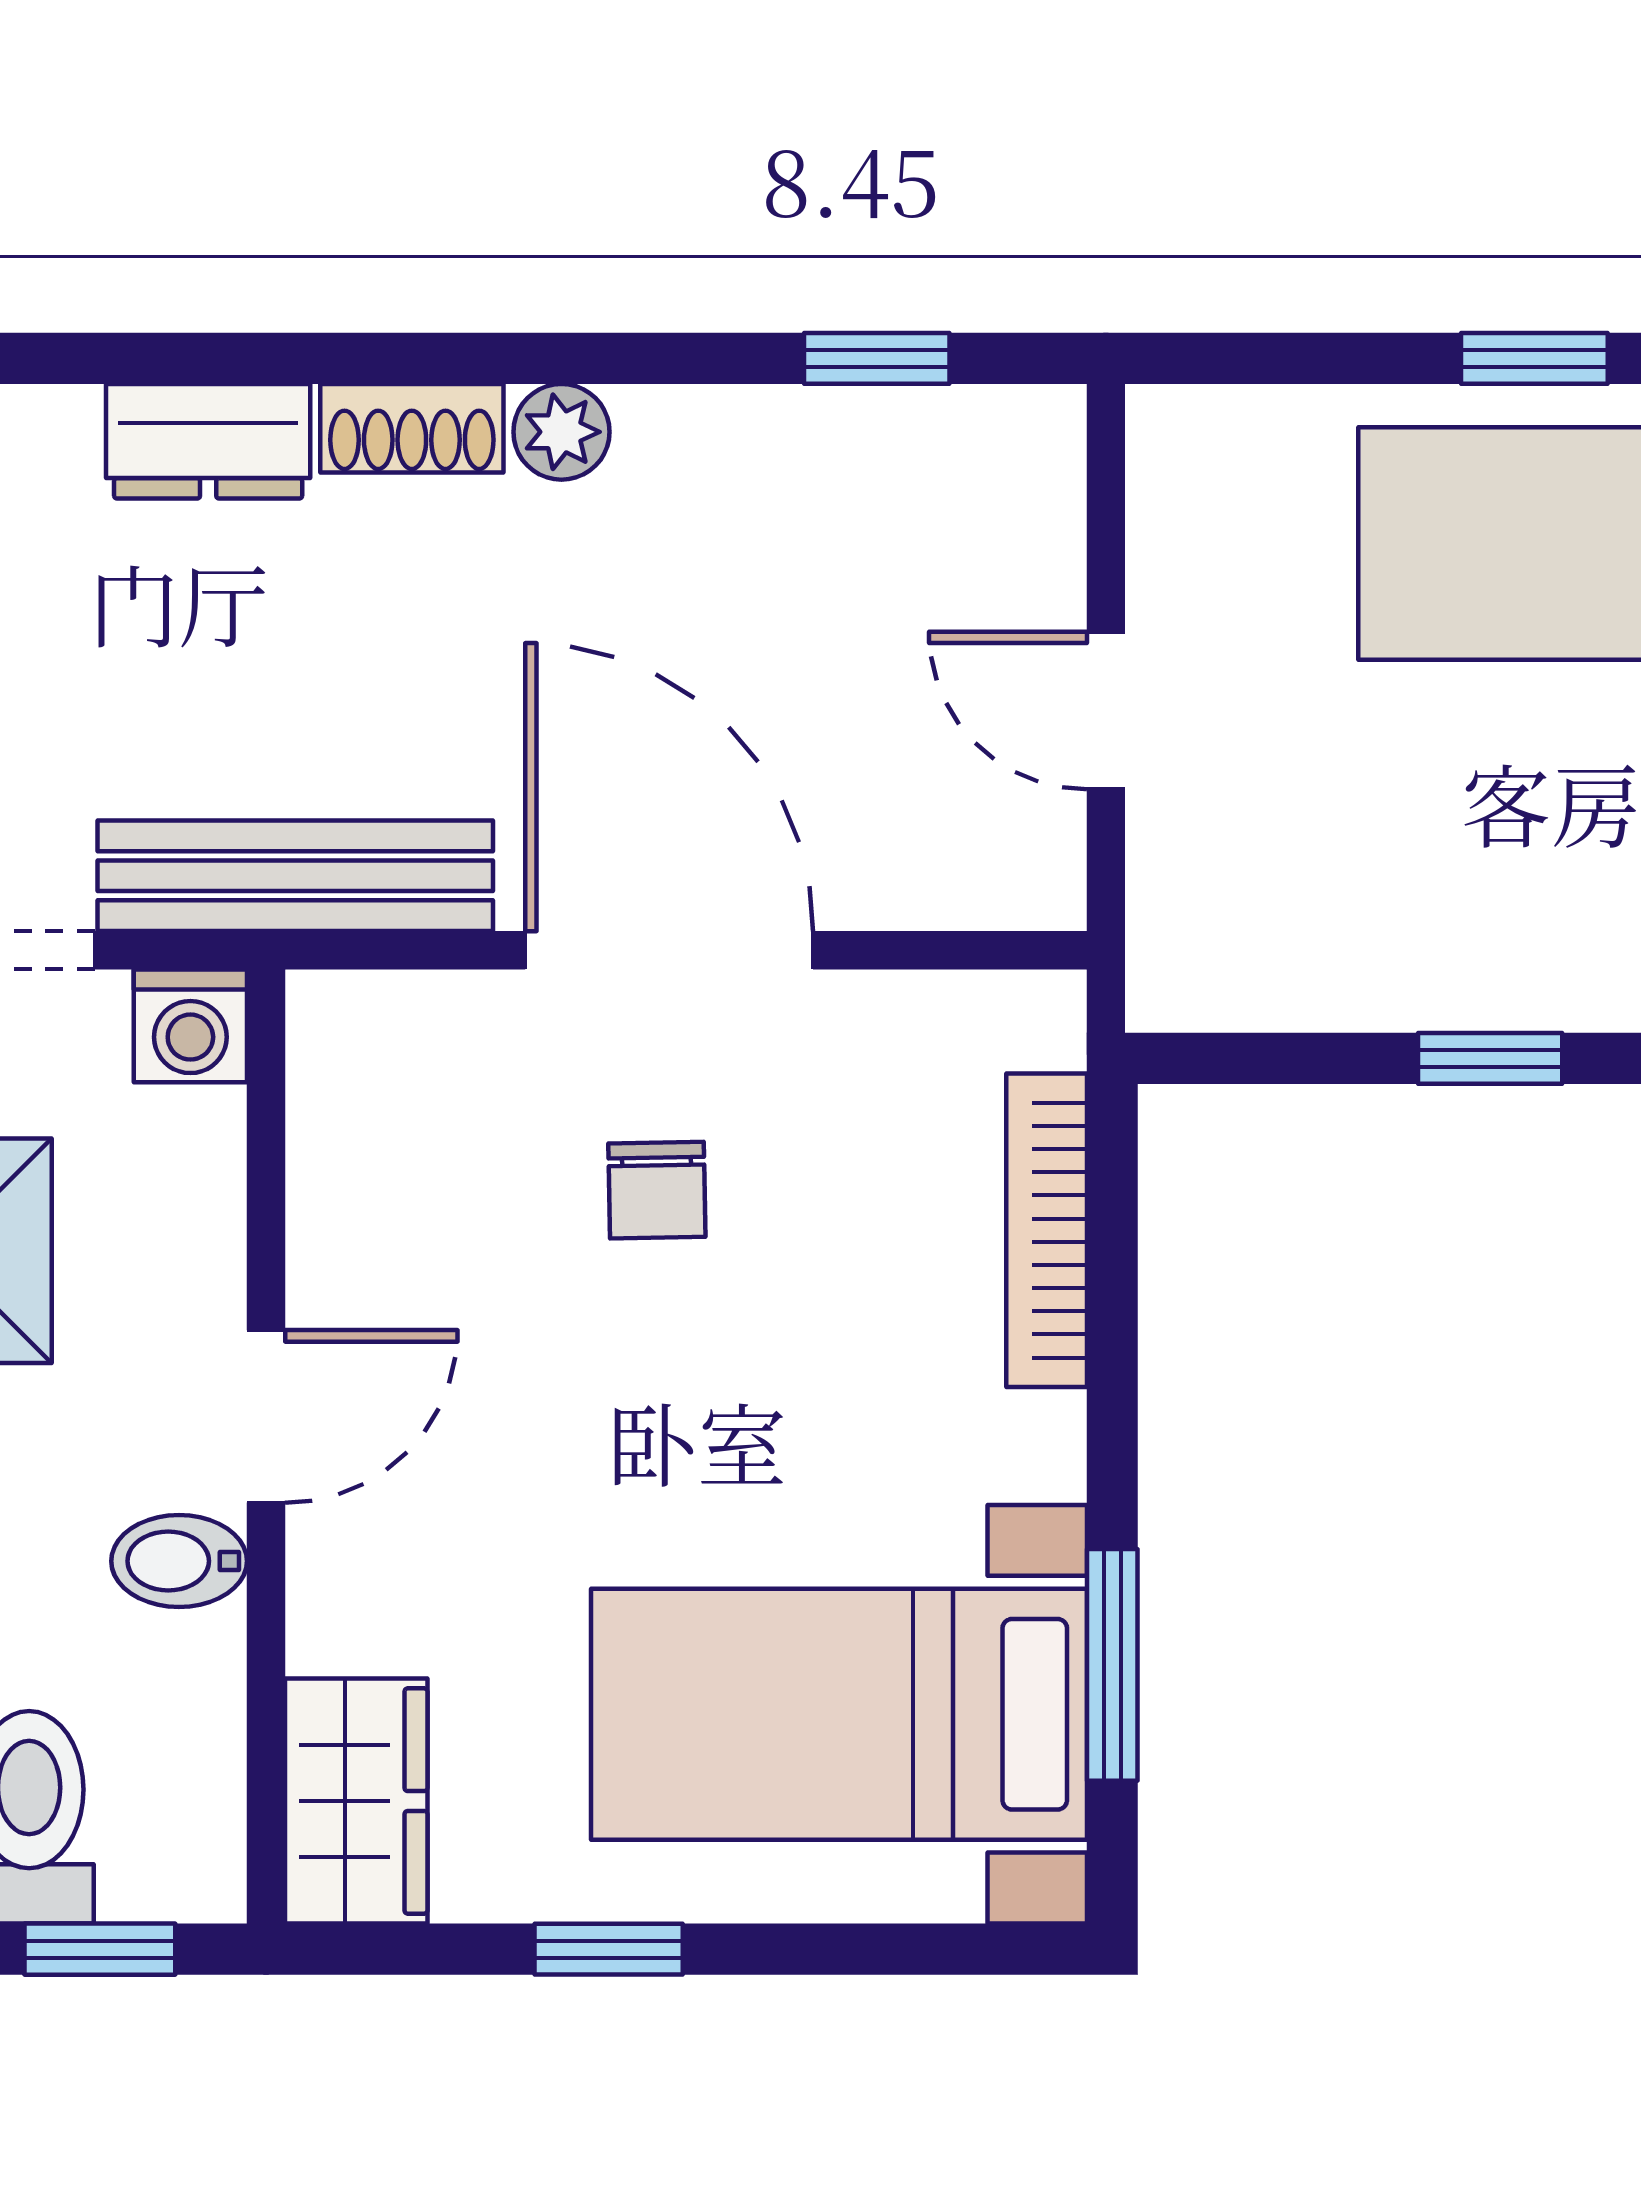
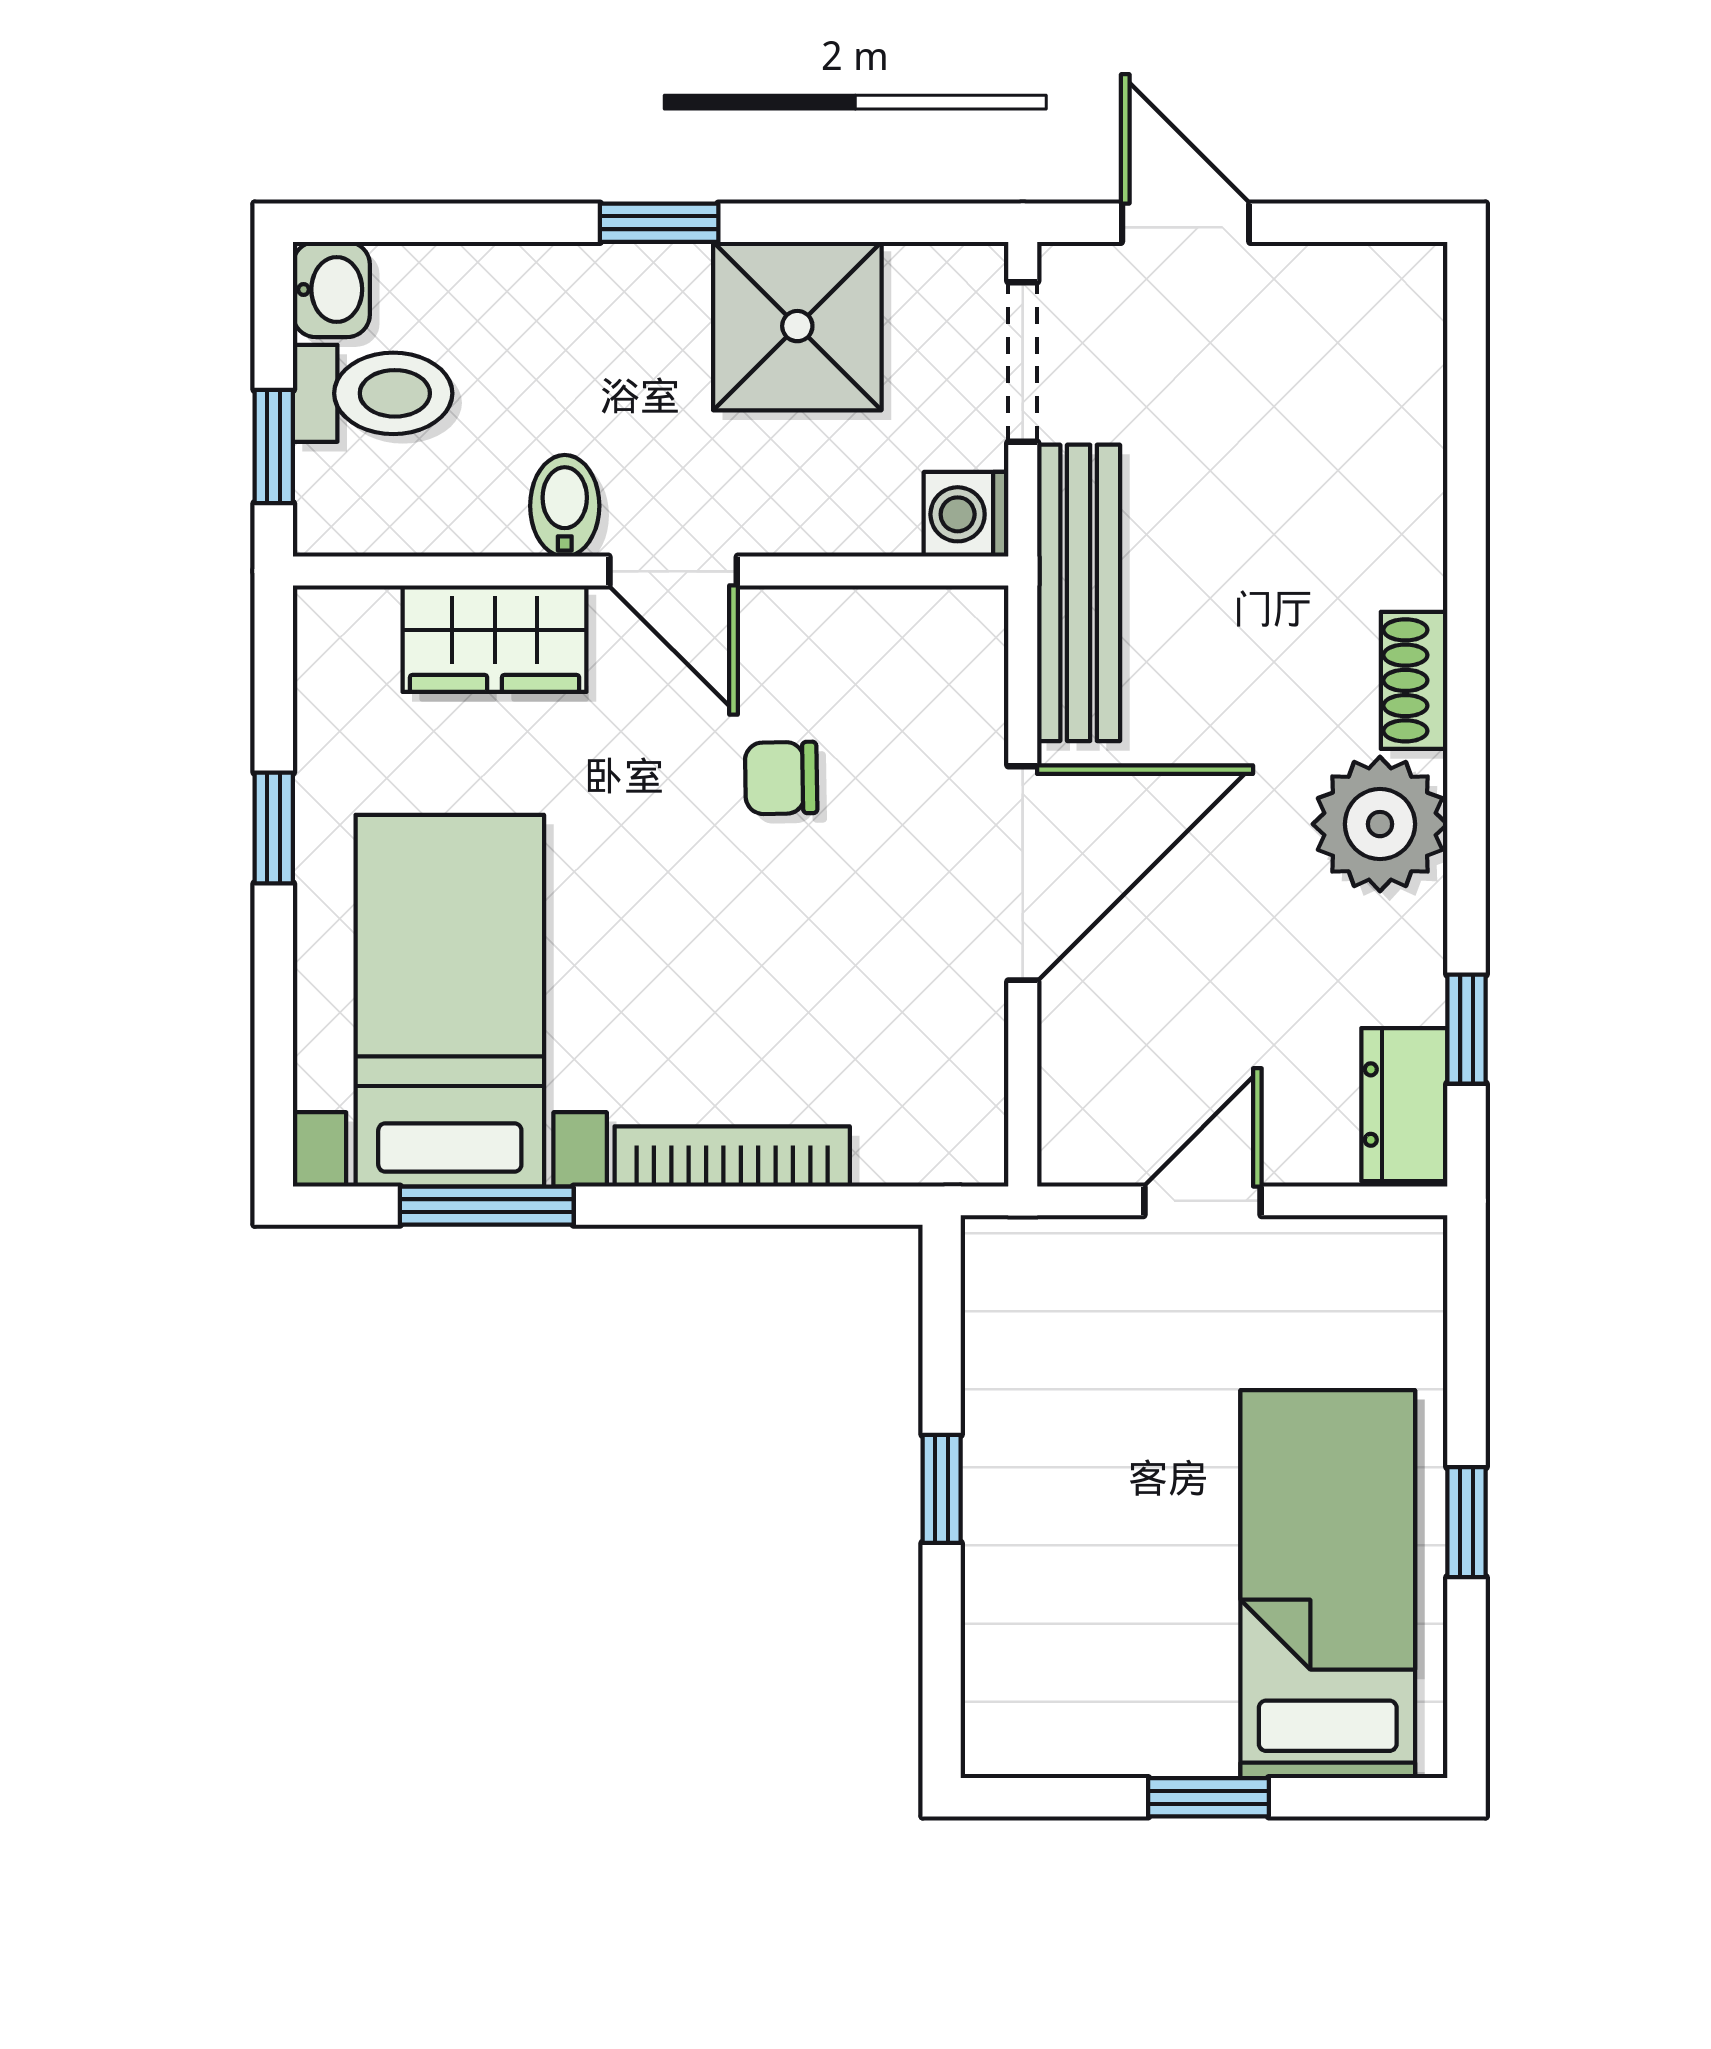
plant: (561, 432) -> (1380, 824), width x1.88, depth x1.88
dresser: (208, 441) -> (1404, 1105), moved
chair: (657, 1190) -> (781, 778), moved
bookcase: (1047, 1230) -> (732, 1156), moved
wardrobe: (356, 1801) -> (495, 639), moved

